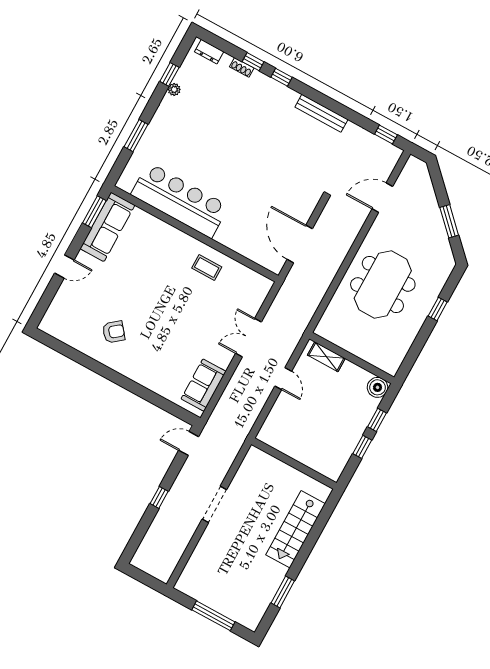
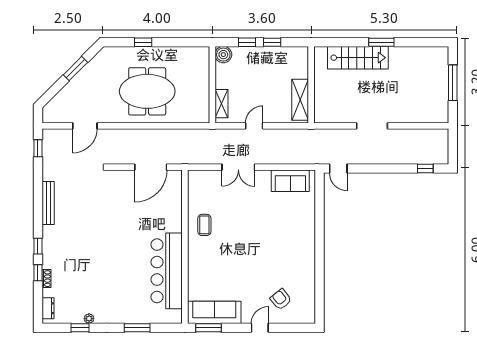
door: (382, 198) -> (85, 126), hinge flipped
door: (64, 266) -> (260, 328), hinge flipped
armchair: (114, 332) -> (281, 299), moved
shelving: (284, 443) -> (300, 100), added
window: (159, 497) -> (425, 169), moved
window: (283, 592) -> (381, 42), moved

